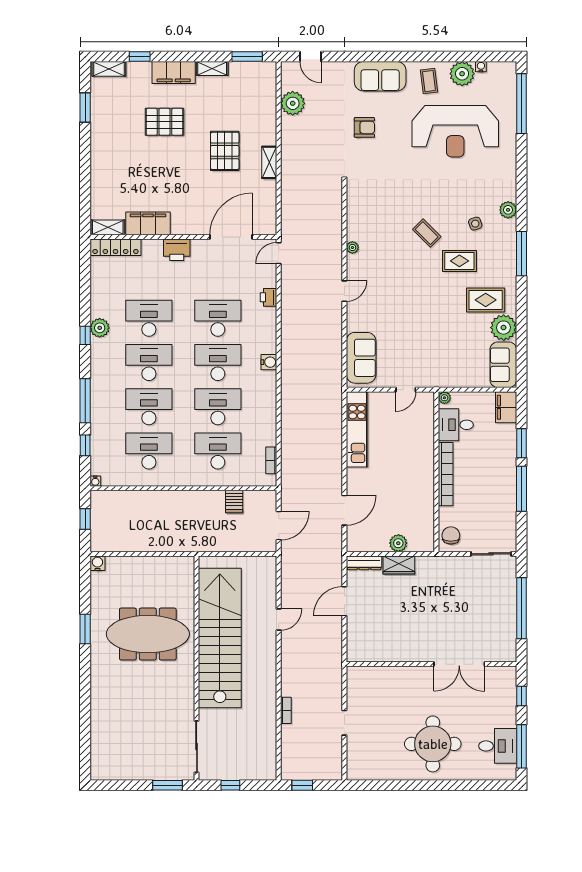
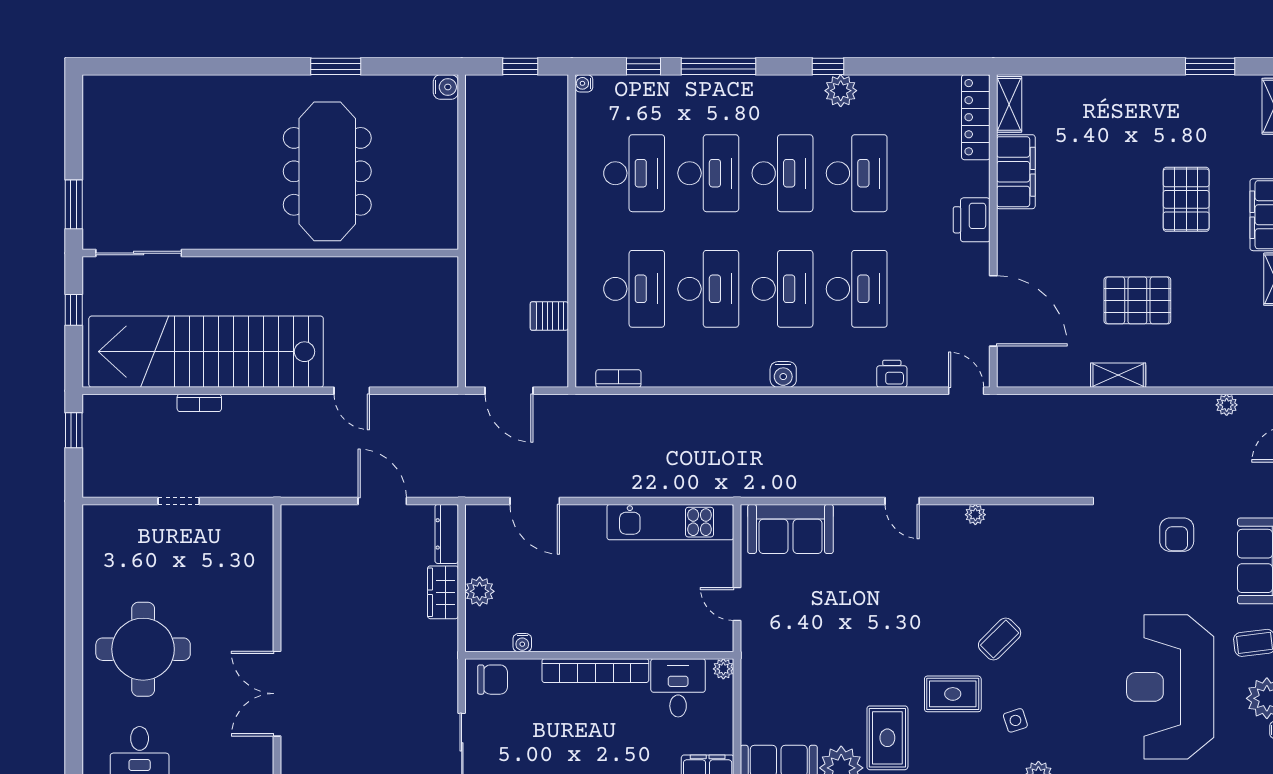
plant: (293, 103) -> (1227, 405), width x0.53, depth x0.53
rug: (459, 261) -> (953, 694), turned 90
water cooler: (429, 518) -> (522, 643), added
stairs: (220, 638) -> (206, 352), moved, turned 180

